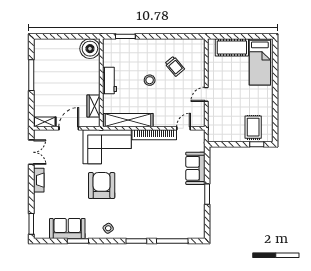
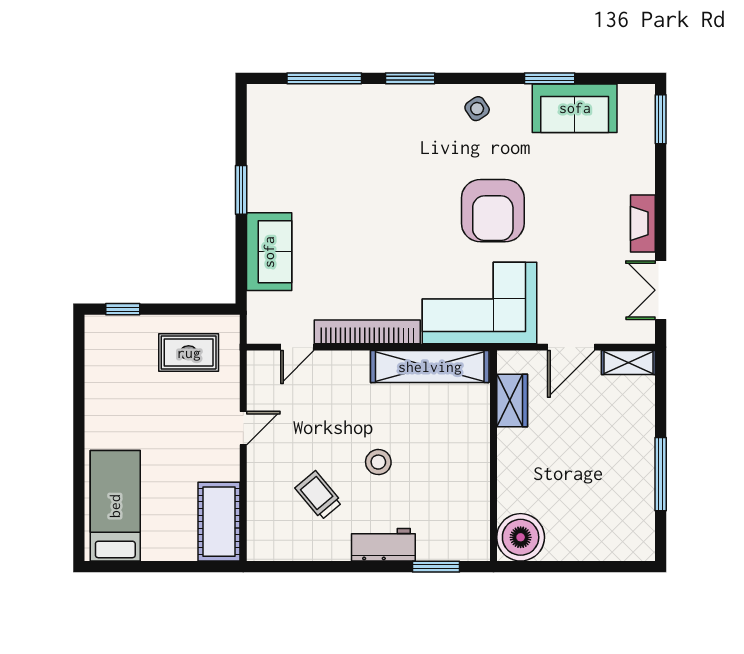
cot: (232, 47) -> (219, 522), moved, turned 90
workbench: (110, 80) -> (383, 545), moved, turned 90
rug: (253, 127) -> (189, 353), moved, turned 90

